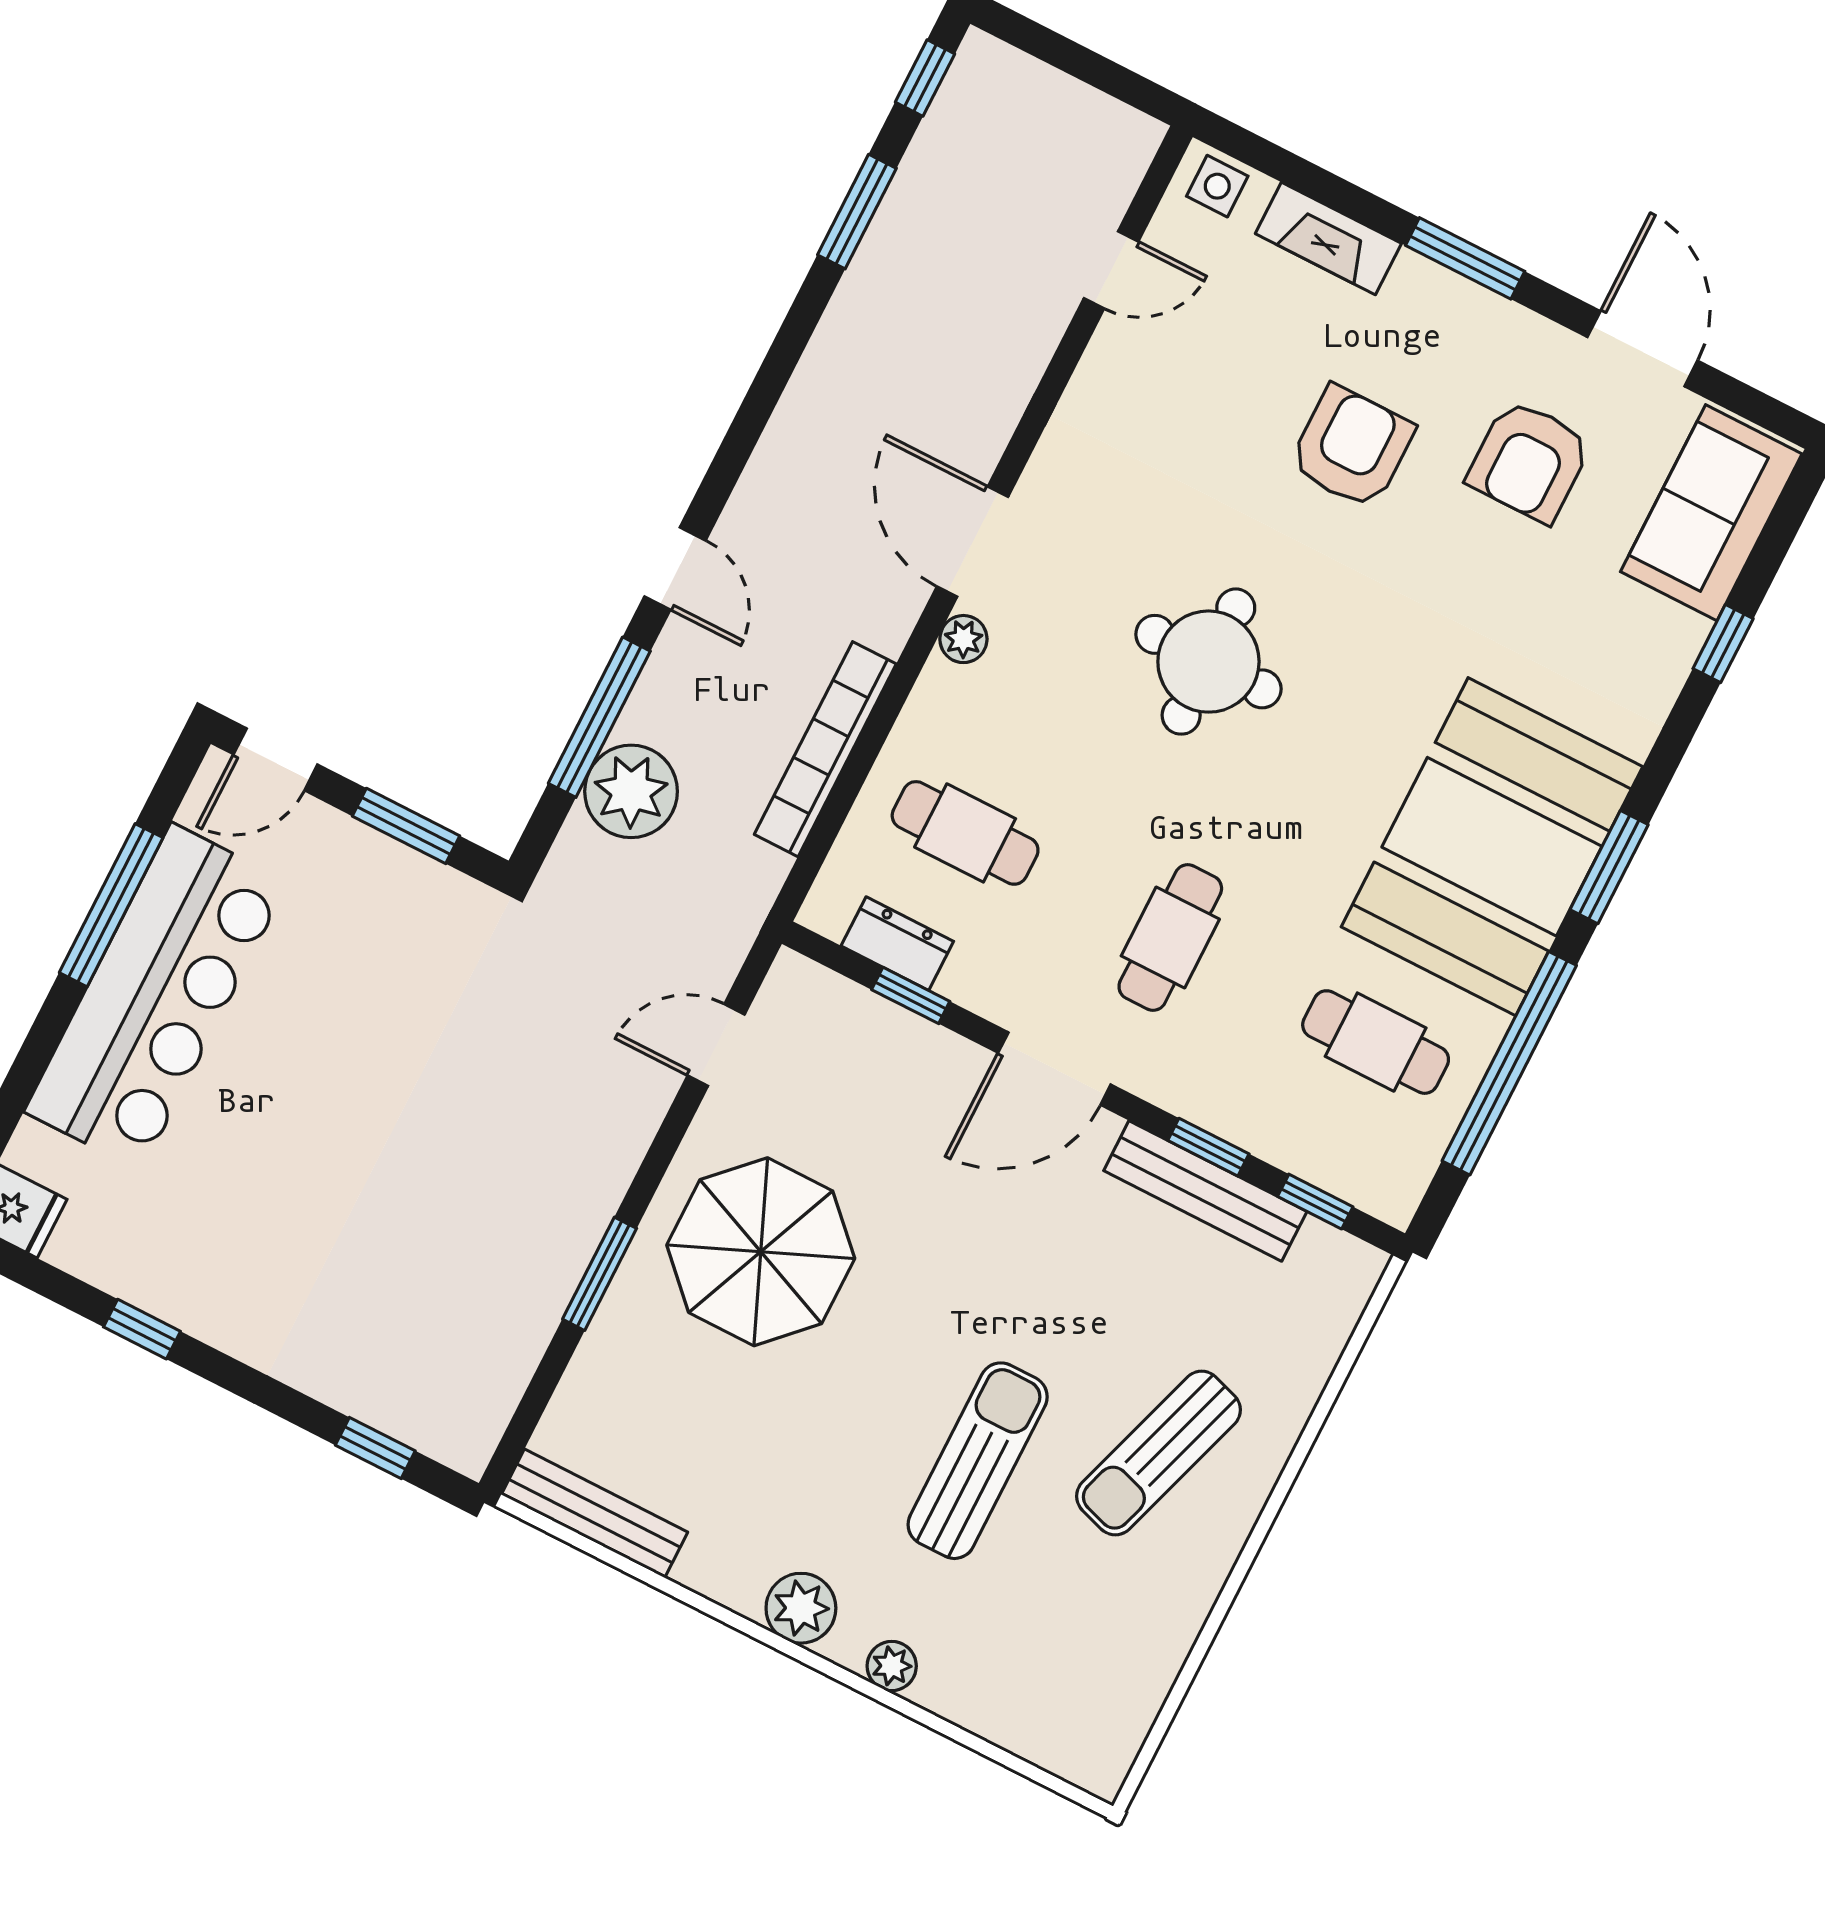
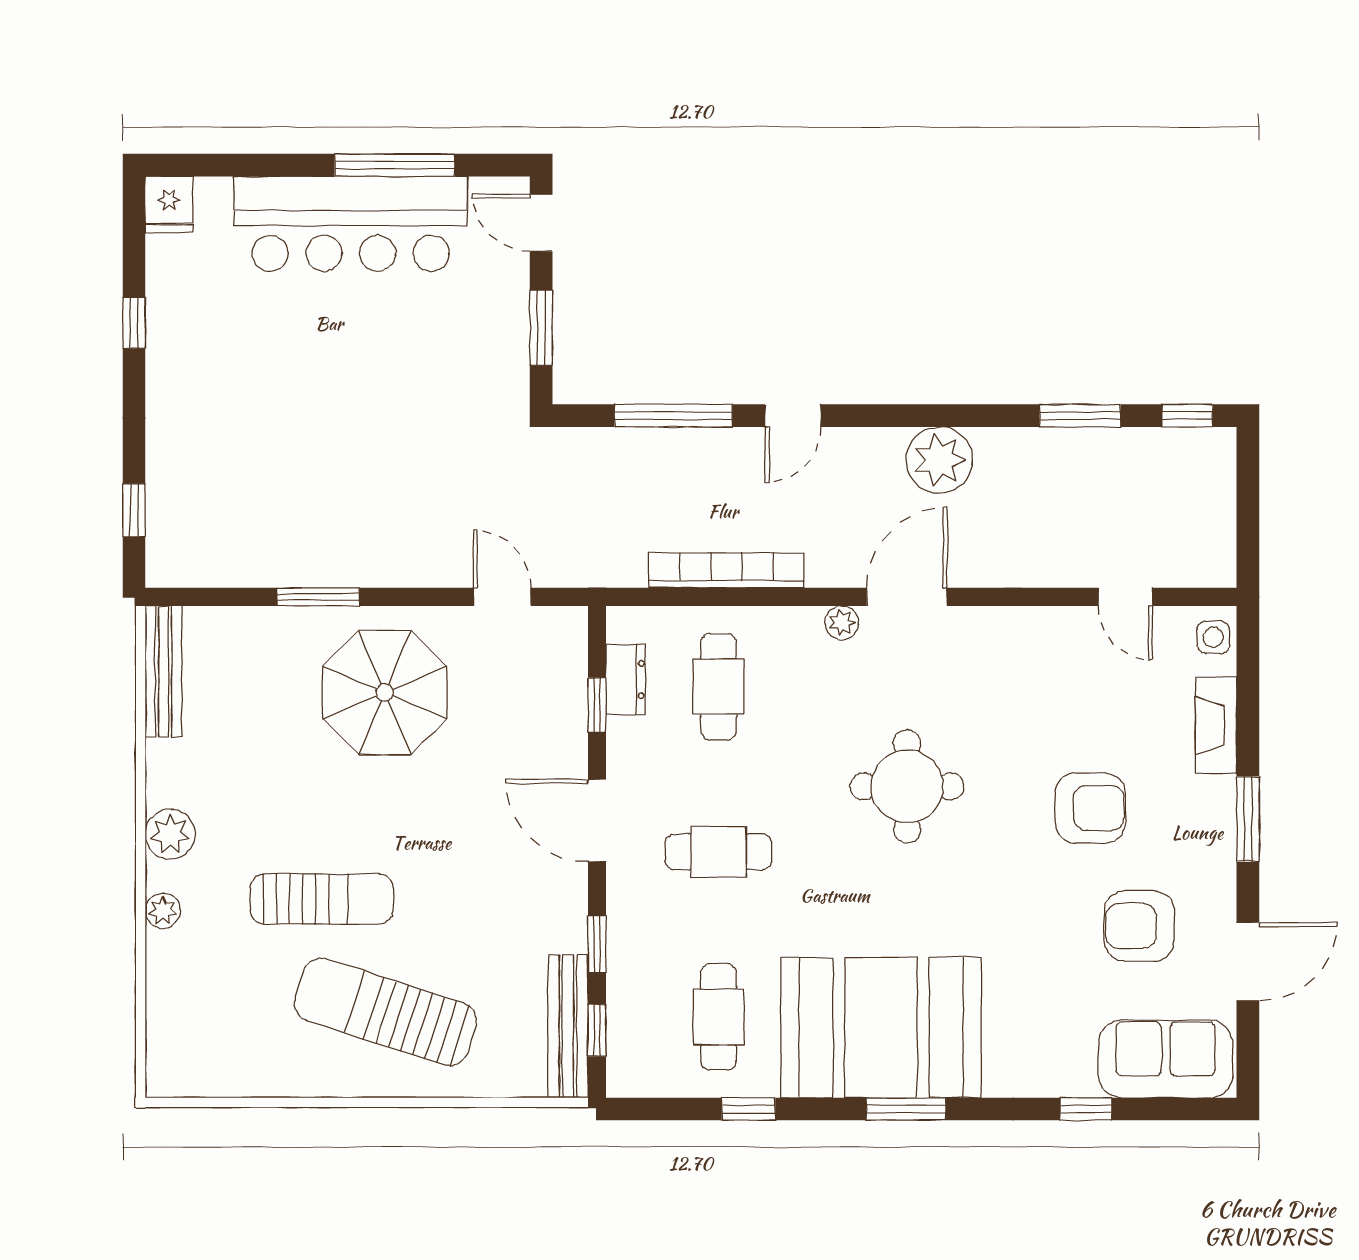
plant: (631, 791) -> (939, 460), moved
window: (1509, 1063) -> (748, 1109), width x0.32
bench: (1205, 1191) -> (568, 1026), moved
sun lounger: (1158, 1453) -> (386, 1012), width x1.36, depth x1.34

